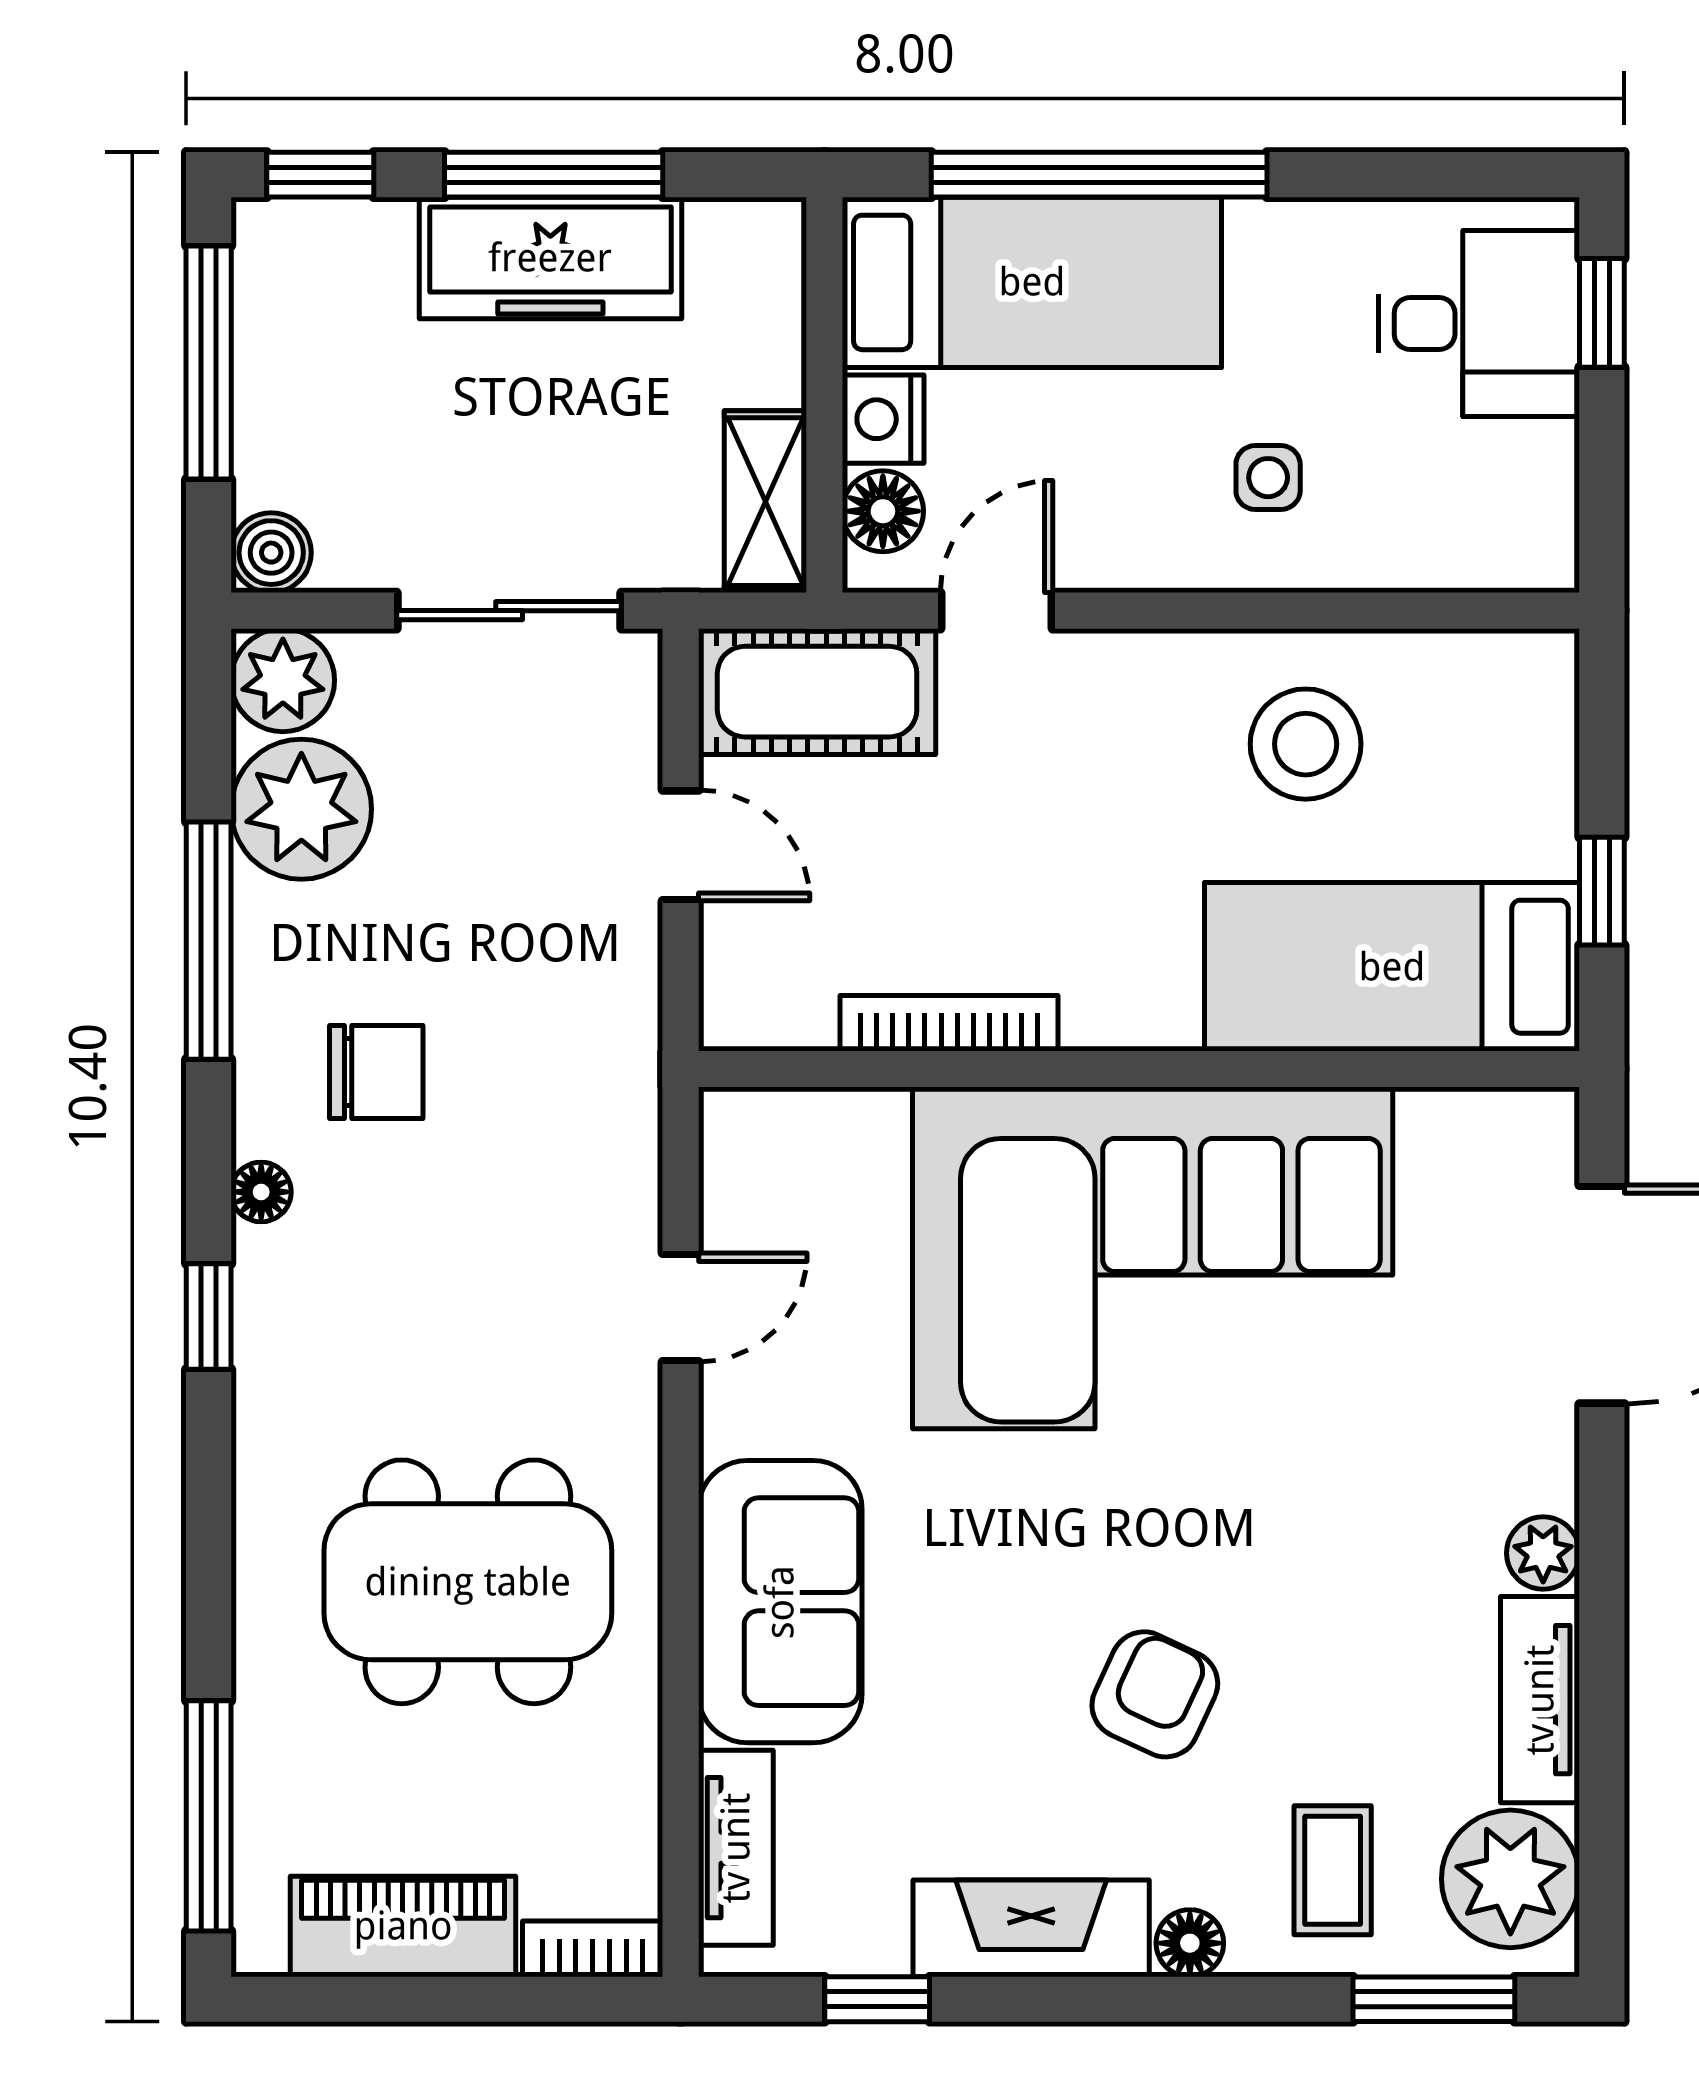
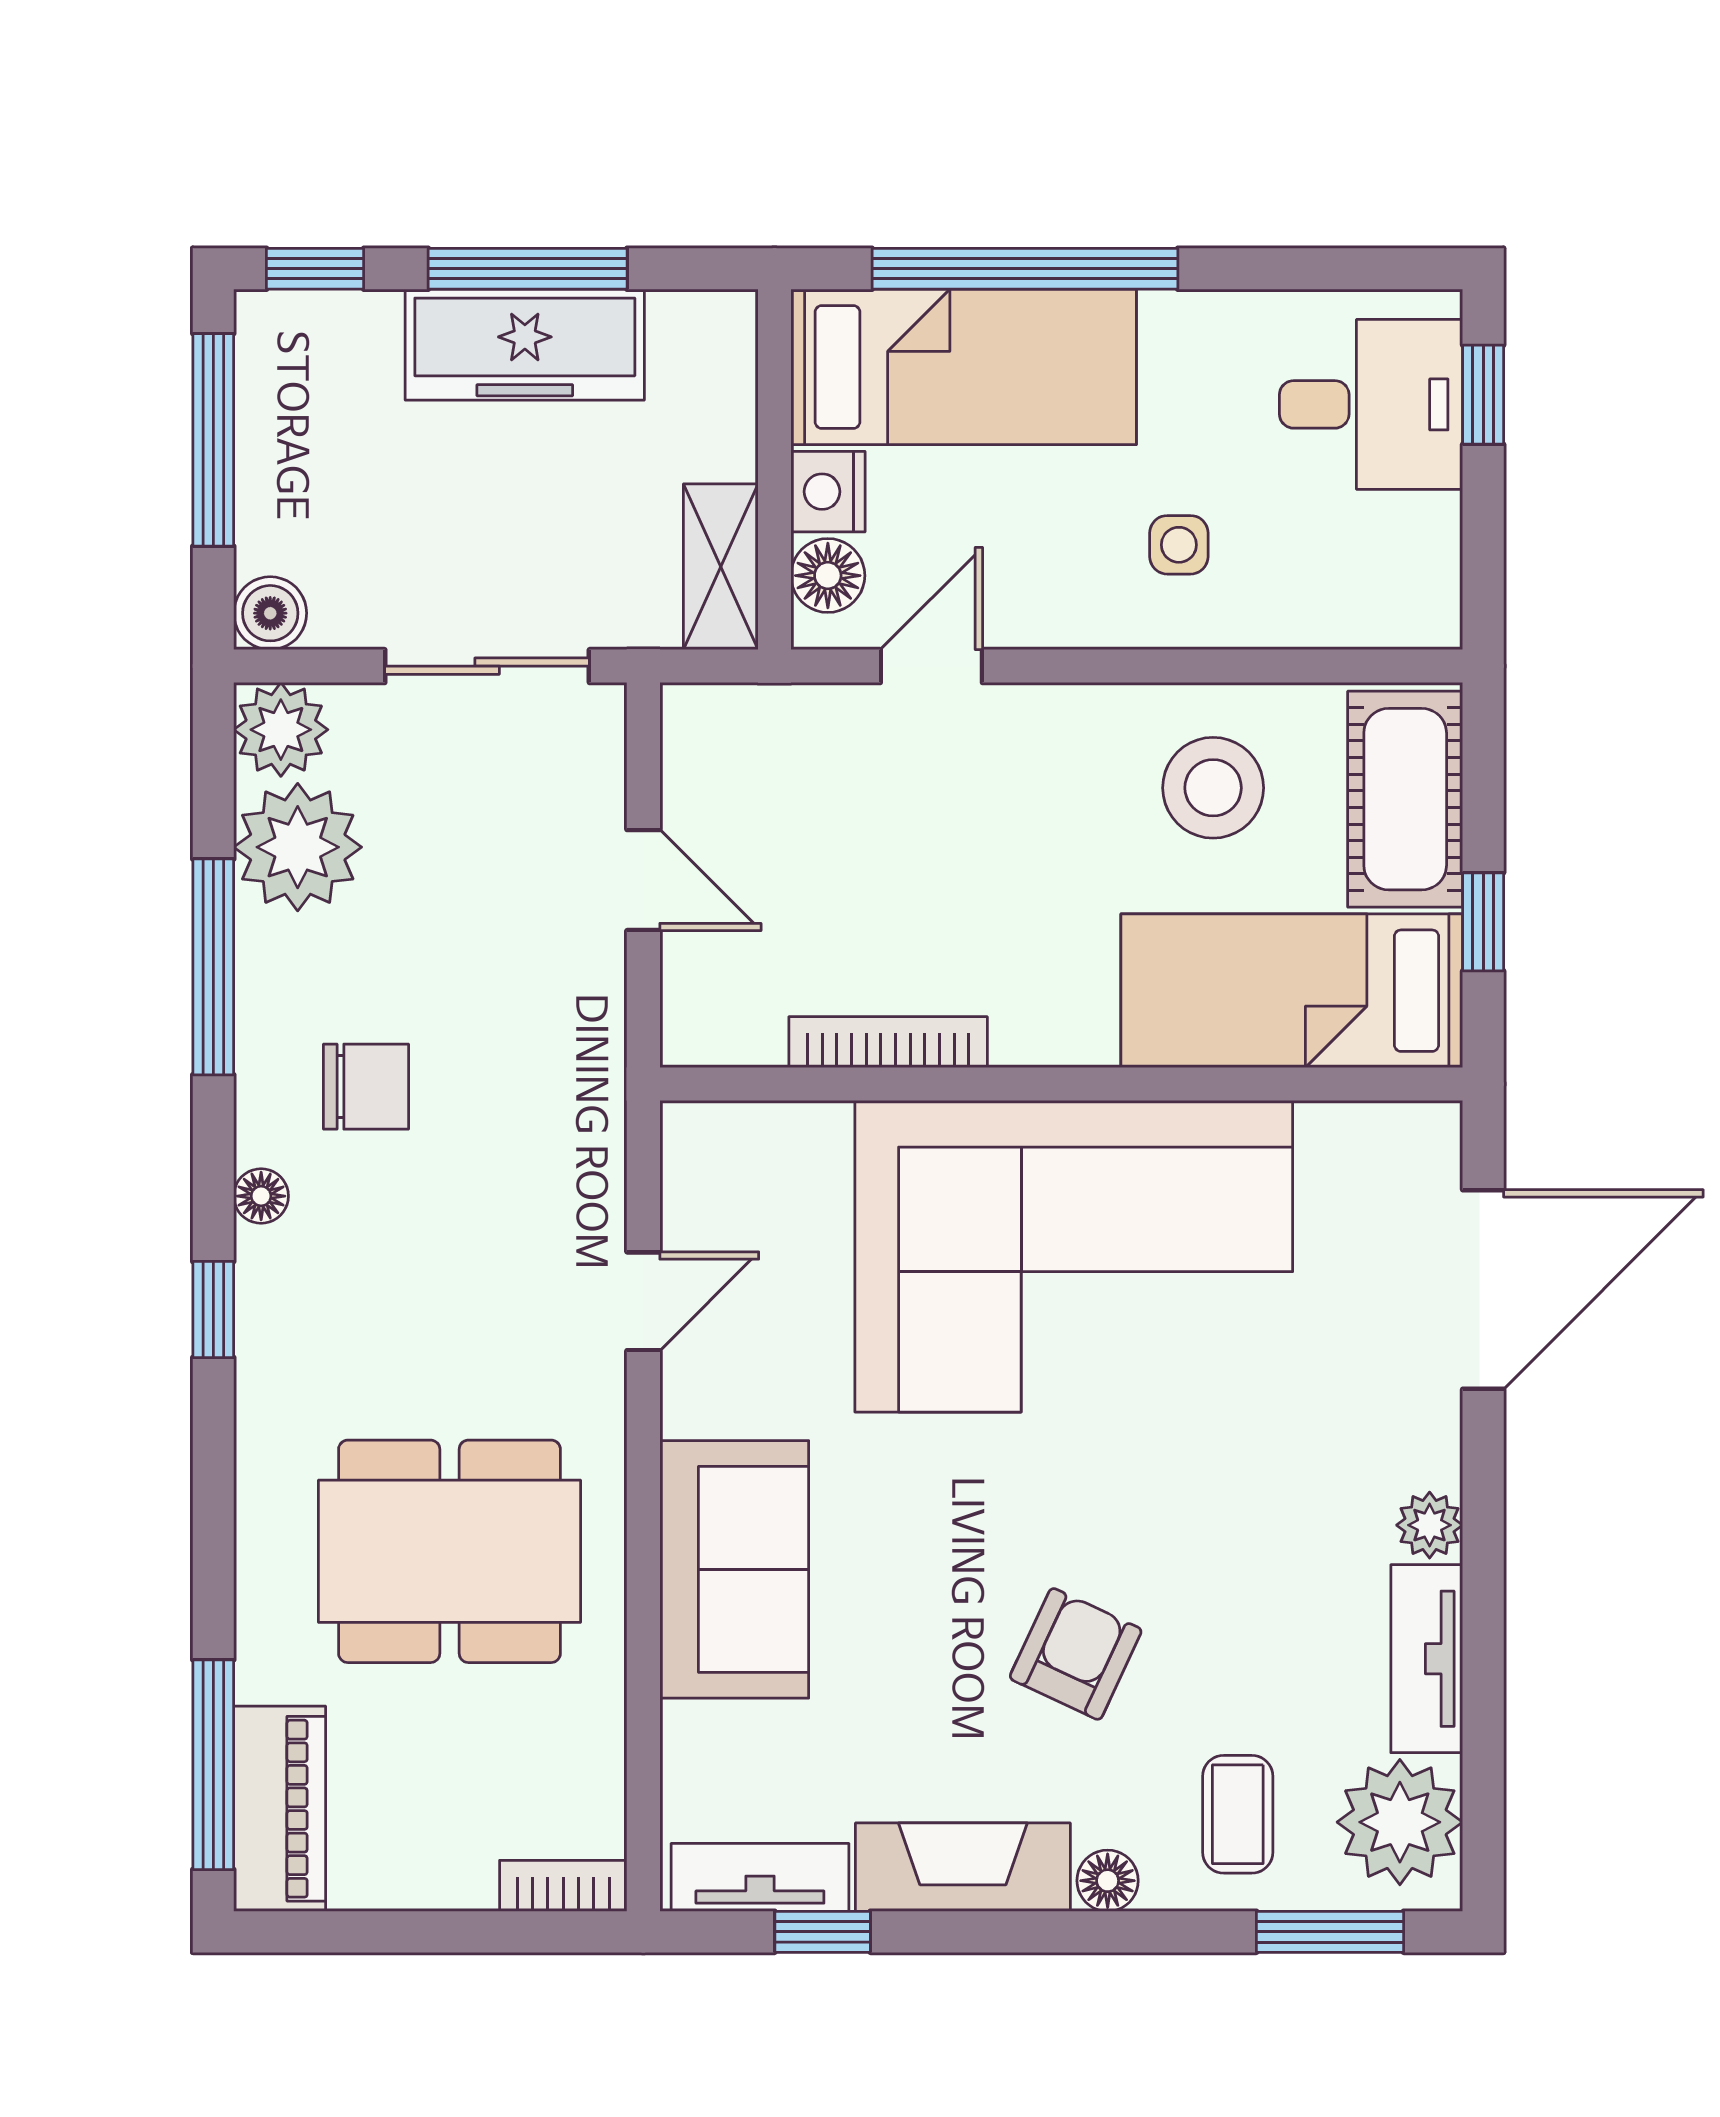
cot: (817, 692) -> (1405, 799), moved, turned 90
tv unit: (736, 1848) -> (760, 1877), moved, turned -90
piano: (403, 1926) -> (280, 1809), moved, turned 90

